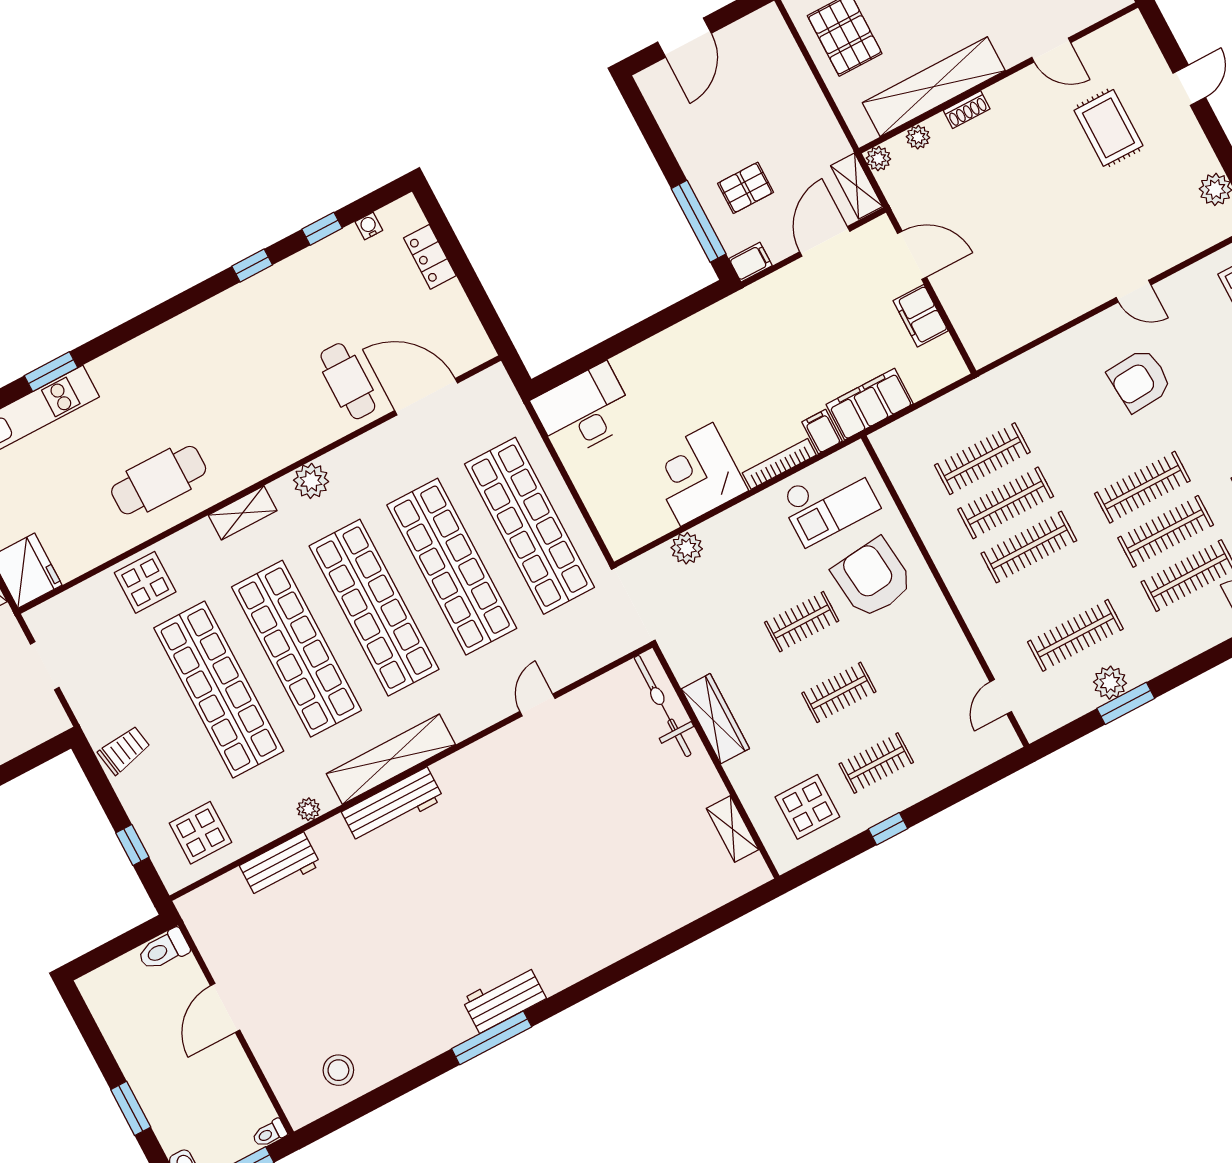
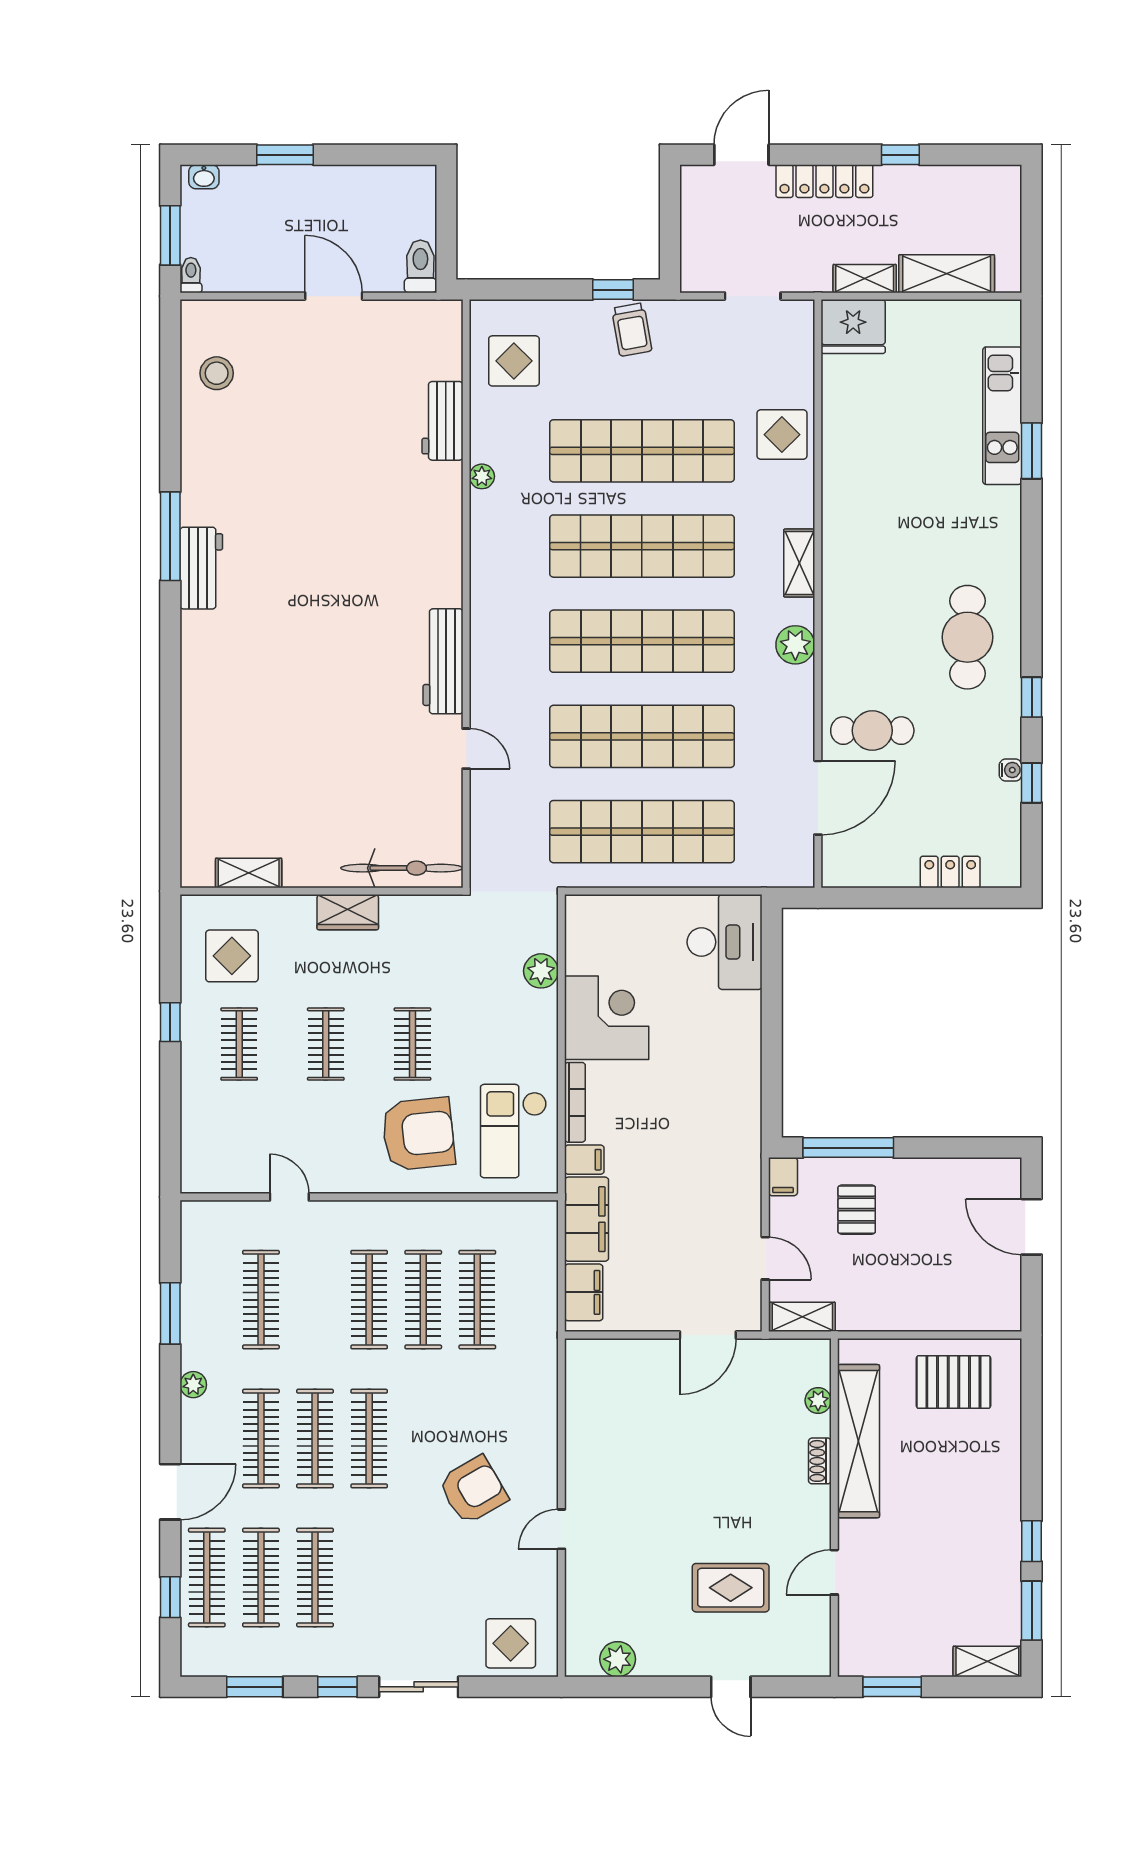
plant: (878, 159) -> (818, 1352), removed
water cooler: (369, 226) -> (1011, 770), moved
door: (825, 241) -> (765, 1258), width x0.73
filing cabinet: (921, 316) -> (584, 1292), moved, turned 90
armchair: (1140, 380) -> (473, 1490), turned 64
cafe table: (159, 480) -> (967, 637), moved
plant: (1110, 683) -> (193, 1385), moved, width x0.73, depth x0.73
door: (1001, 697) -> (289, 1197), moved
wardrobe: (715, 719) -> (348, 912), width x0.67
shelving: (391, 759) -> (488, 581), removed
workbench: (393, 805) -> (443, 661), moved
window: (132, 845) -> (613, 290), moved

